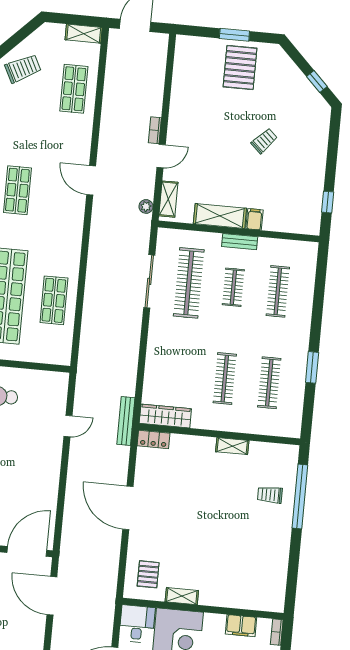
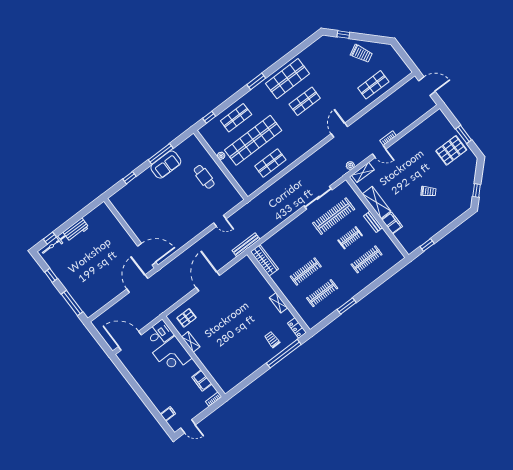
shelving: (84, 34) -> (402, 66), removed
filing cabinet: (254, 219) -> (392, 223), width x2.00
locker: (154, 439) -> (297, 328), moved

